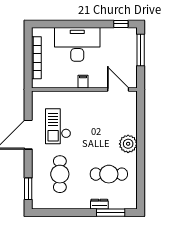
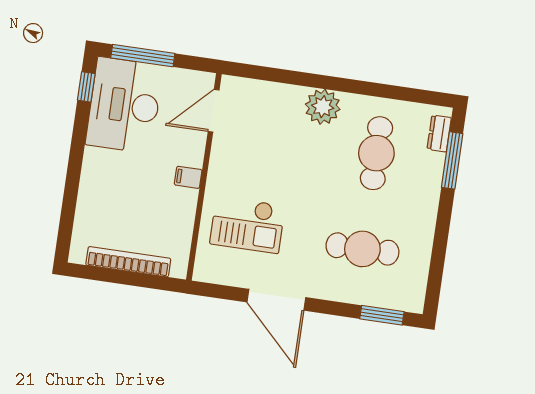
desk: (77, 44) -> (124, 105), moved
checkout: (58, 126) -> (247, 225), moved
dresser: (99, 204) -> (439, 133), moved

